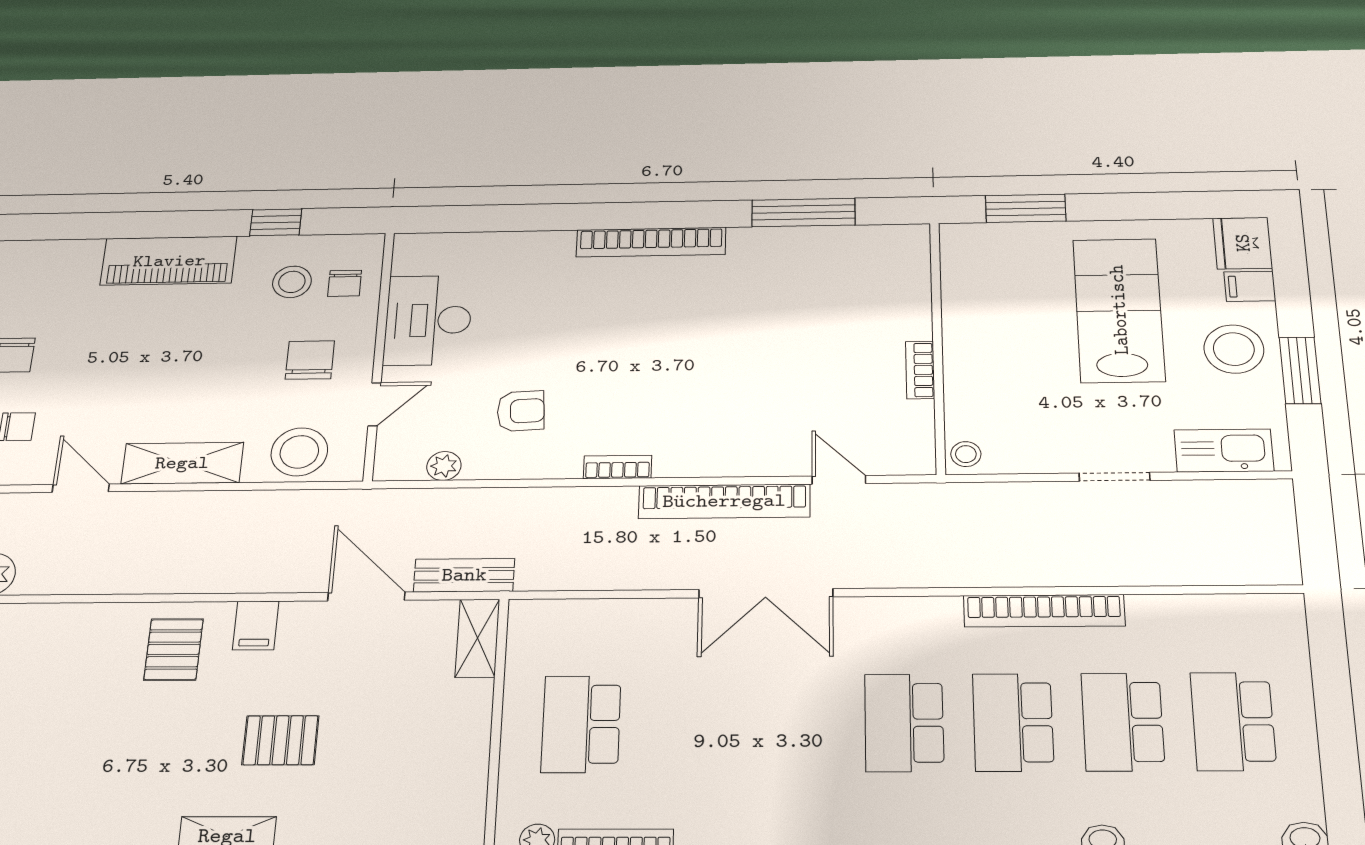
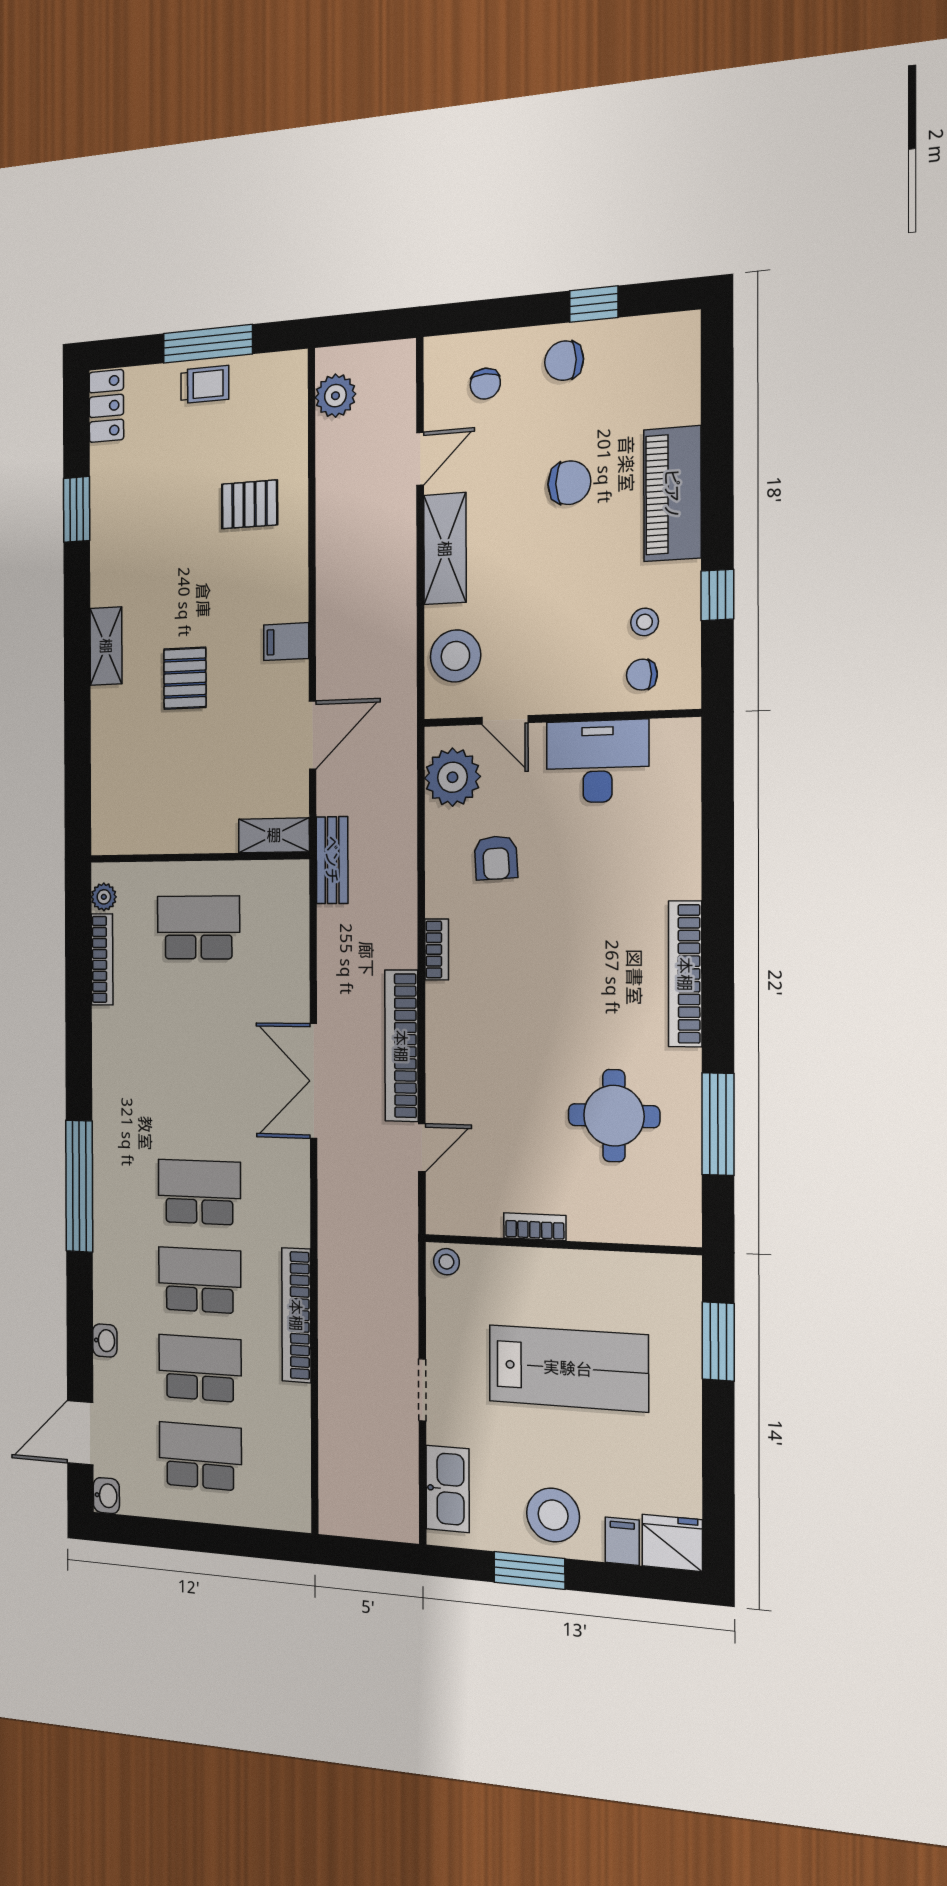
stool: (292, 282) -> (645, 622), width x0.73, depth x0.73
round table: (798, 300) -> (614, 1116), added
lab bench: (1119, 310) -> (568, 1368), moved
chair: (310, 360) -> (569, 483), moved
plant: (444, 466) -> (452, 777), width x1.87, depth x1.87
bench: (464, 575) -> (332, 860), moved
pallet: (174, 649) -> (250, 504), moved

